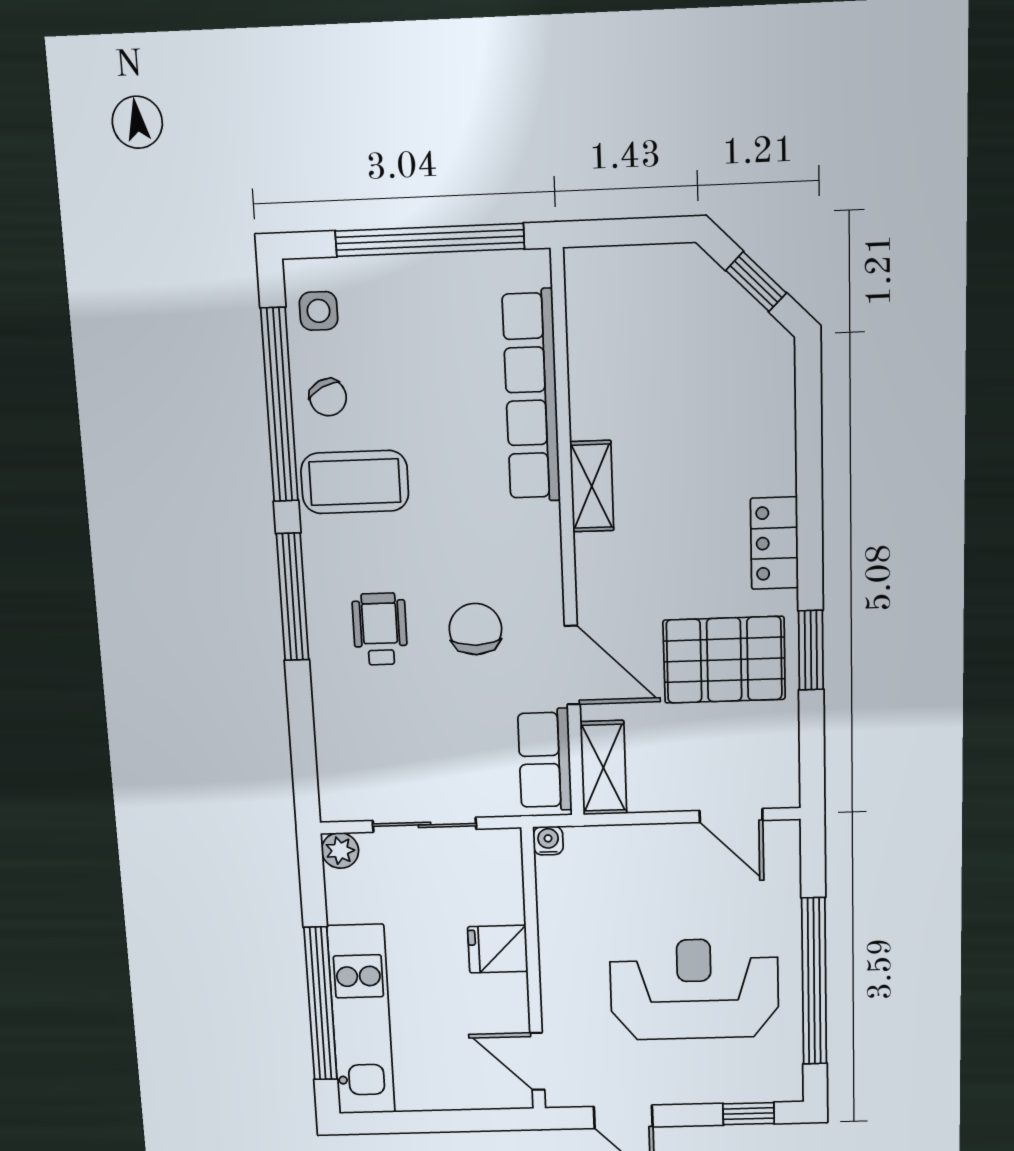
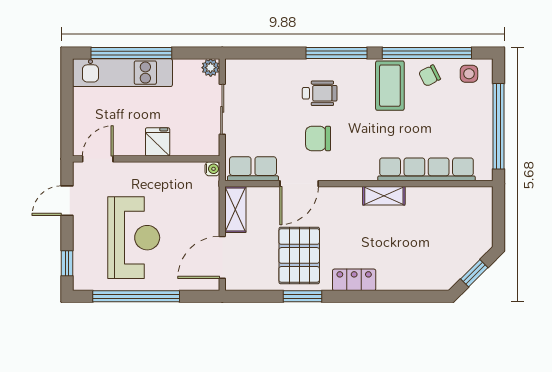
chair: (475, 629) -> (318, 138), turned 180
shelving: (603, 768) -> (235, 209), moved, turned 90
door: (731, 816) -> (222, 257), width x1.38

